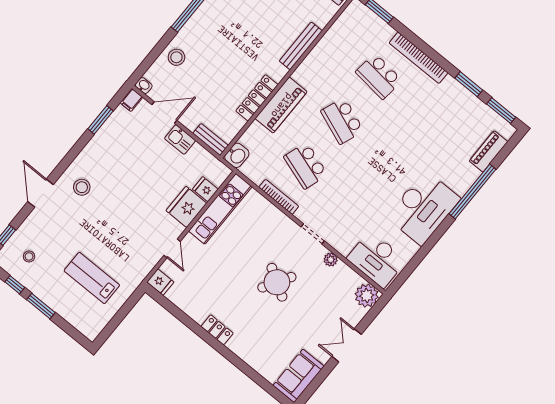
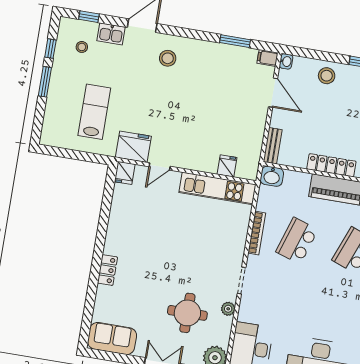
kitchen sink: (180, 139) -> (111, 34), moved, turned -90
fridge: (186, 207) -> (133, 147), moved
round table: (277, 282) -> (187, 313), moved, turned -31
locker: (217, 330) -> (107, 270), moved

